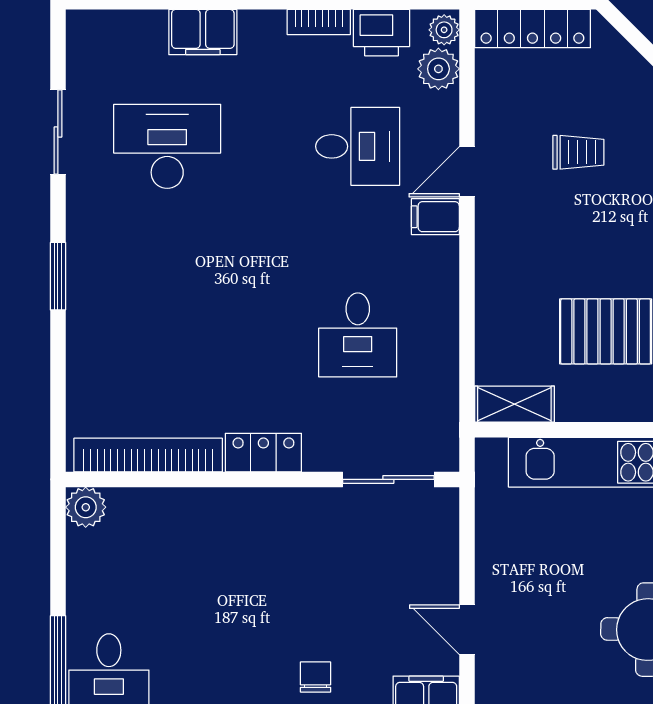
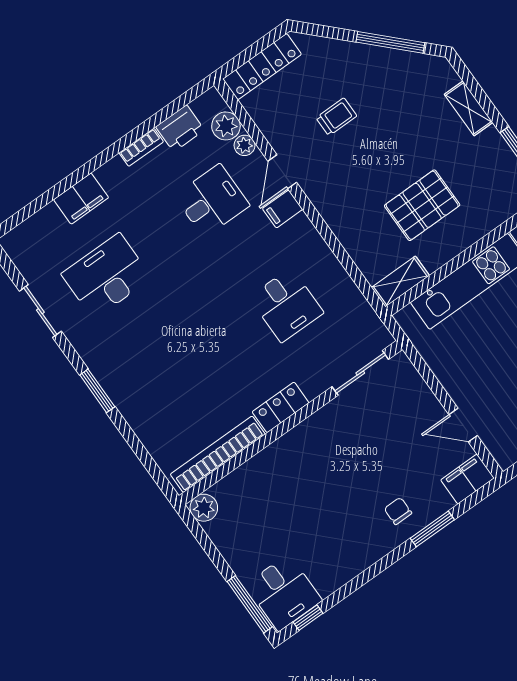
plant: (444, 30) -> (244, 145), moved

